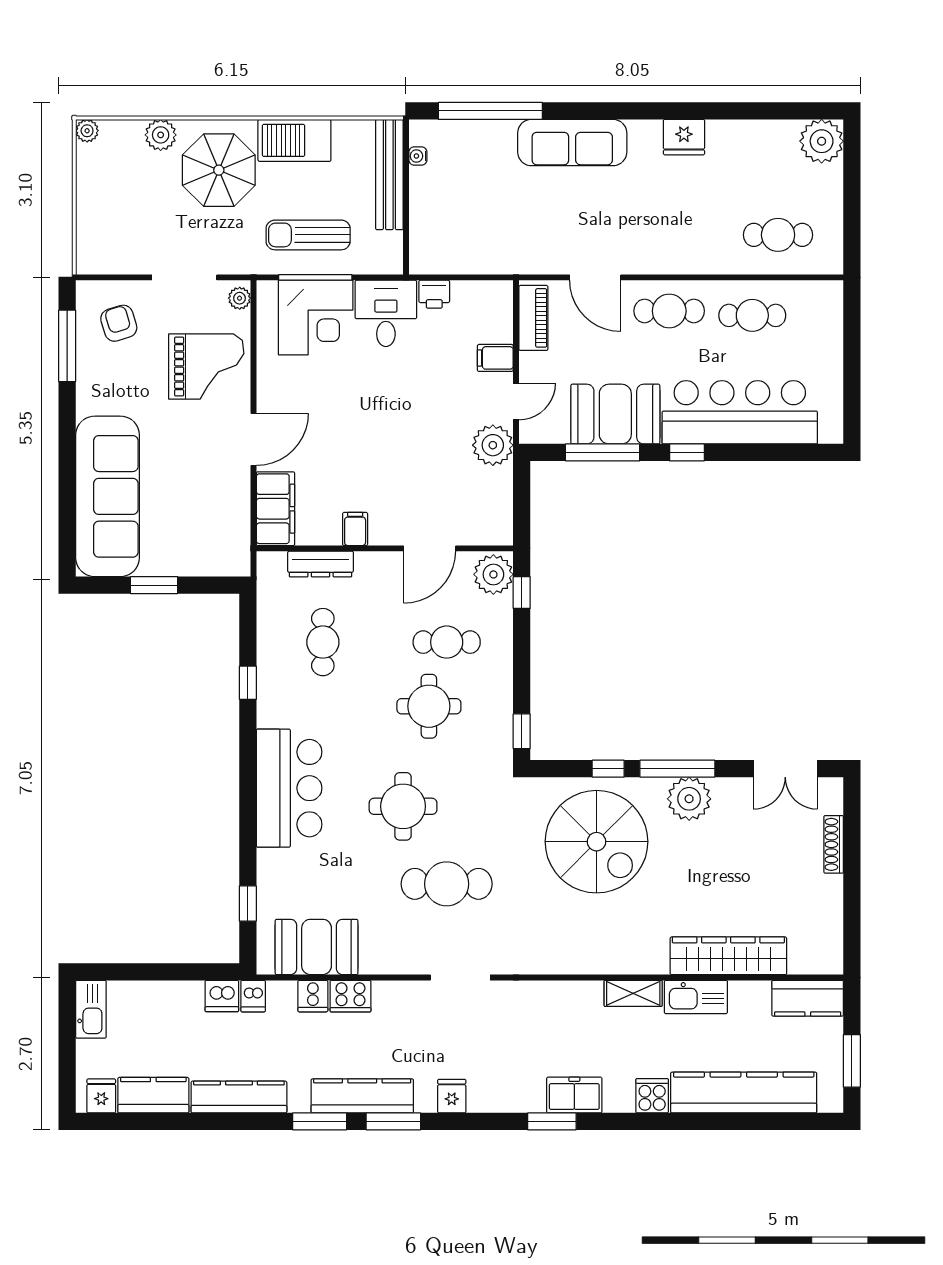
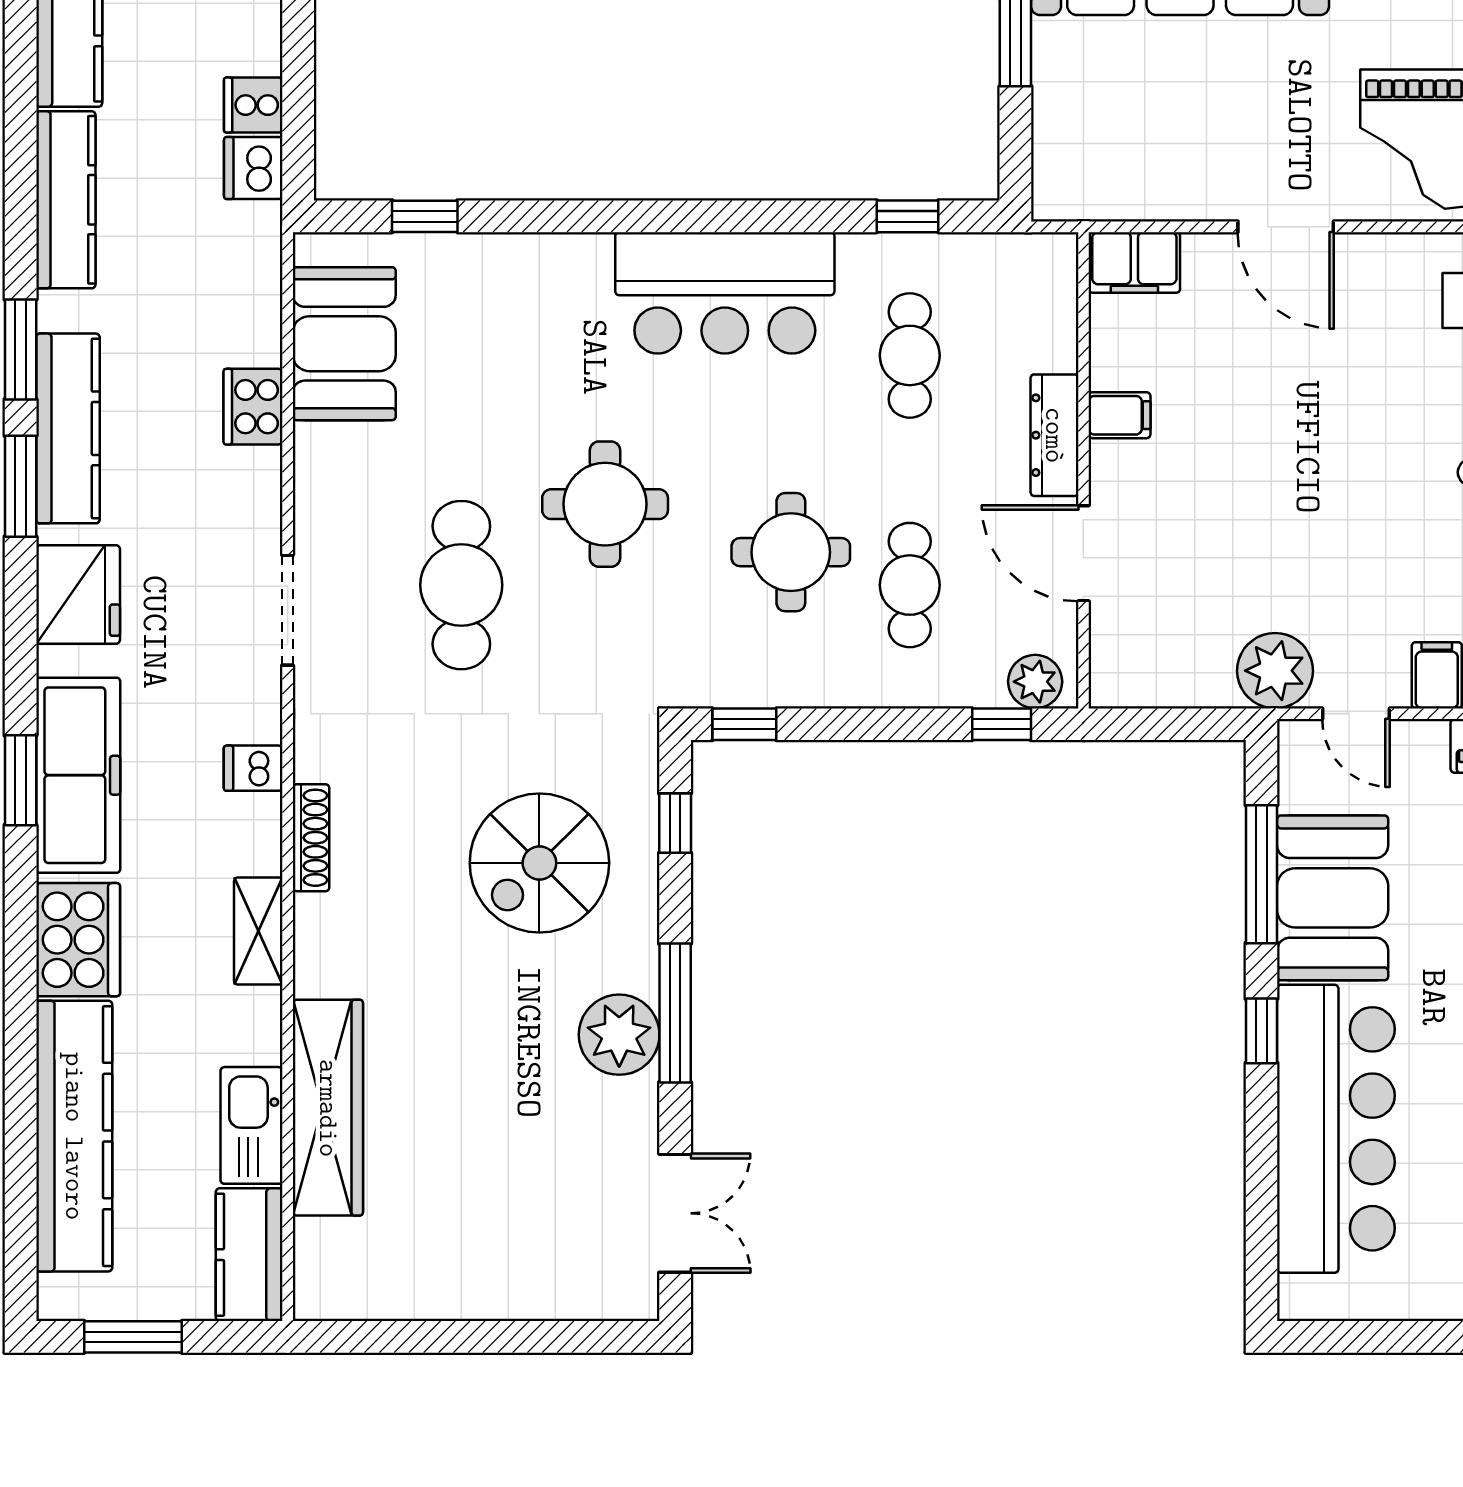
filing cabinet: (275, 509) -> (1134, 262), width x0.67, depth x0.86
dresser: (321, 564) -> (1054, 435), moved
plant: (493, 574) -> (1035, 682), width x0.73, depth x0.73
cafe table: (323, 642) -> (910, 355), turned 90
window: (248, 683) -> (907, 216), moved
window: (608, 769) -> (675, 823), moved
double door: (785, 769) -> (675, 1213), swing flipped
bar counter: (289, 788) -> (725, 293), moved
spiral stairs: (596, 842) -> (539, 863), width x0.73, depth x0.73
shoe rack: (834, 844) -> (311, 838), moved, turned 90
dishwasher: (253, 996) -> (253, 768), moved
cooker: (313, 996) -> (253, 105), moved
kitchen sink: (696, 997) -> (252, 1125), moved
freezer: (574, 1095) -> (78, 775), width x1.91, depth x1.26
fridge: (452, 1096) -> (78, 594), width x1.88, depth x1.34
cooker: (652, 1096) -> (78, 940), width x1.87, depth x1.31

